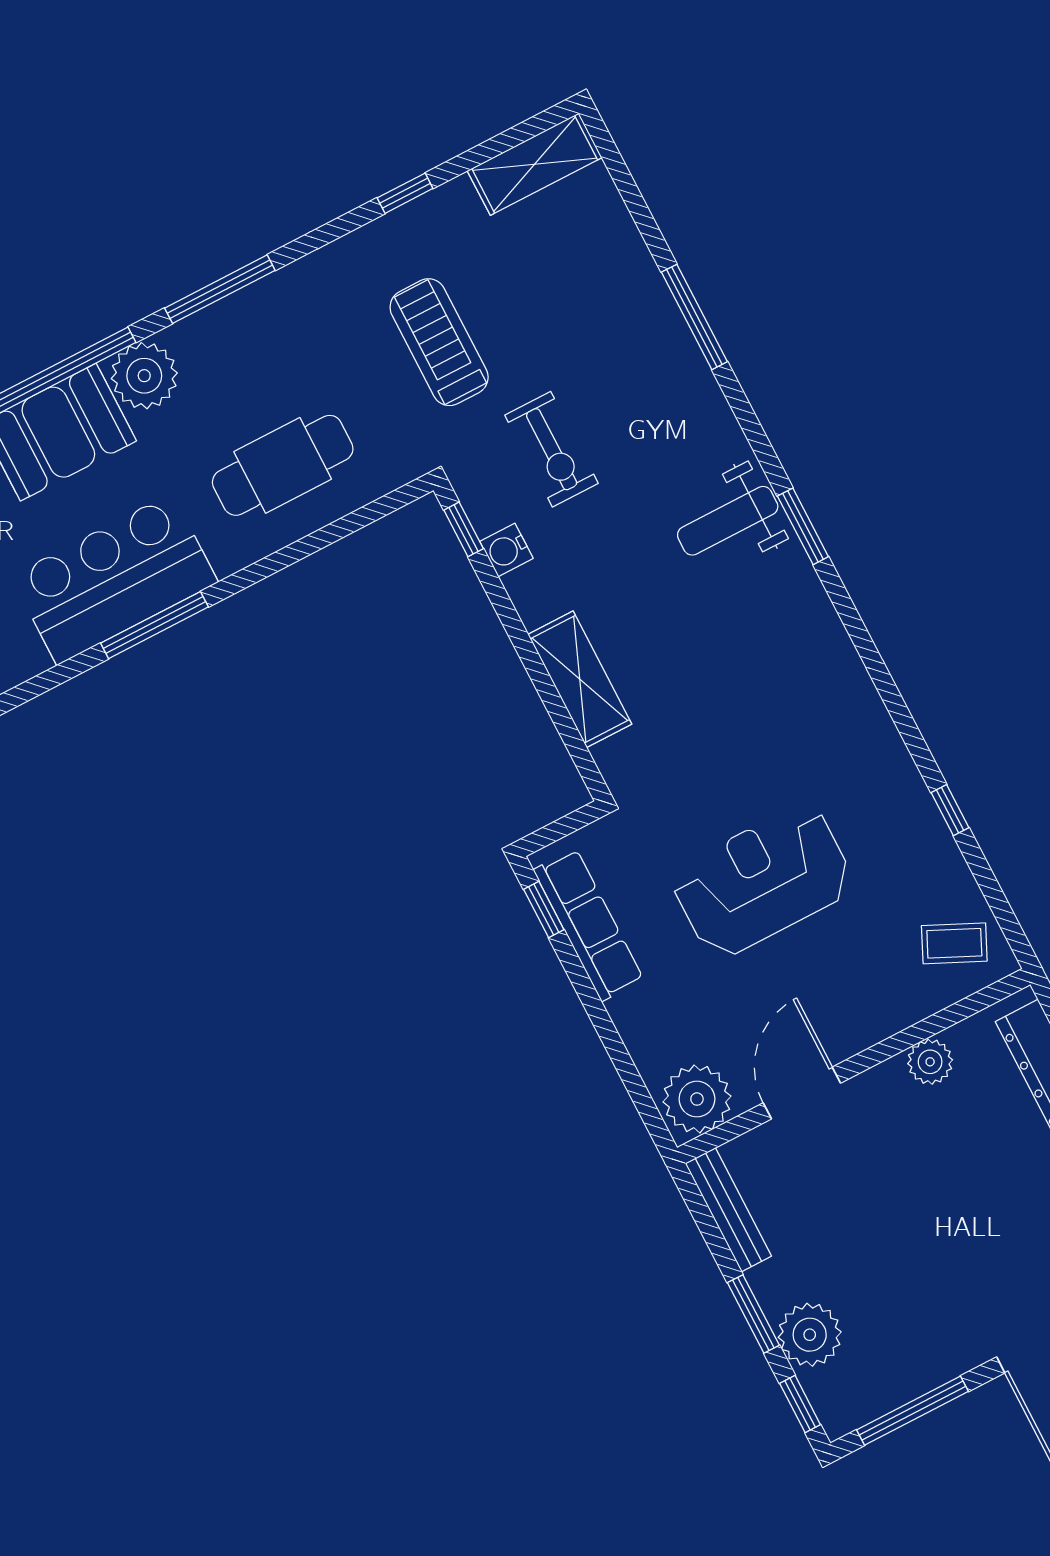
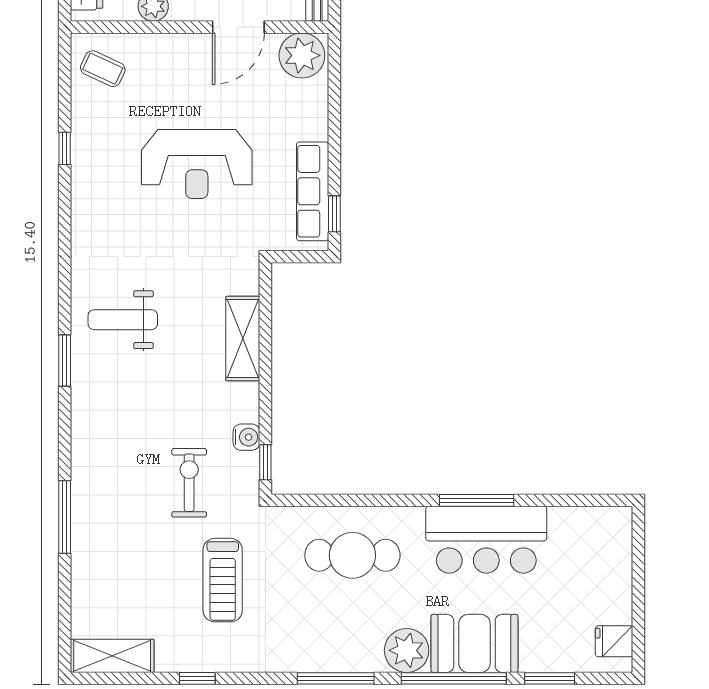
weight bench: (728, 521) -> (123, 320), moved, turned 180

